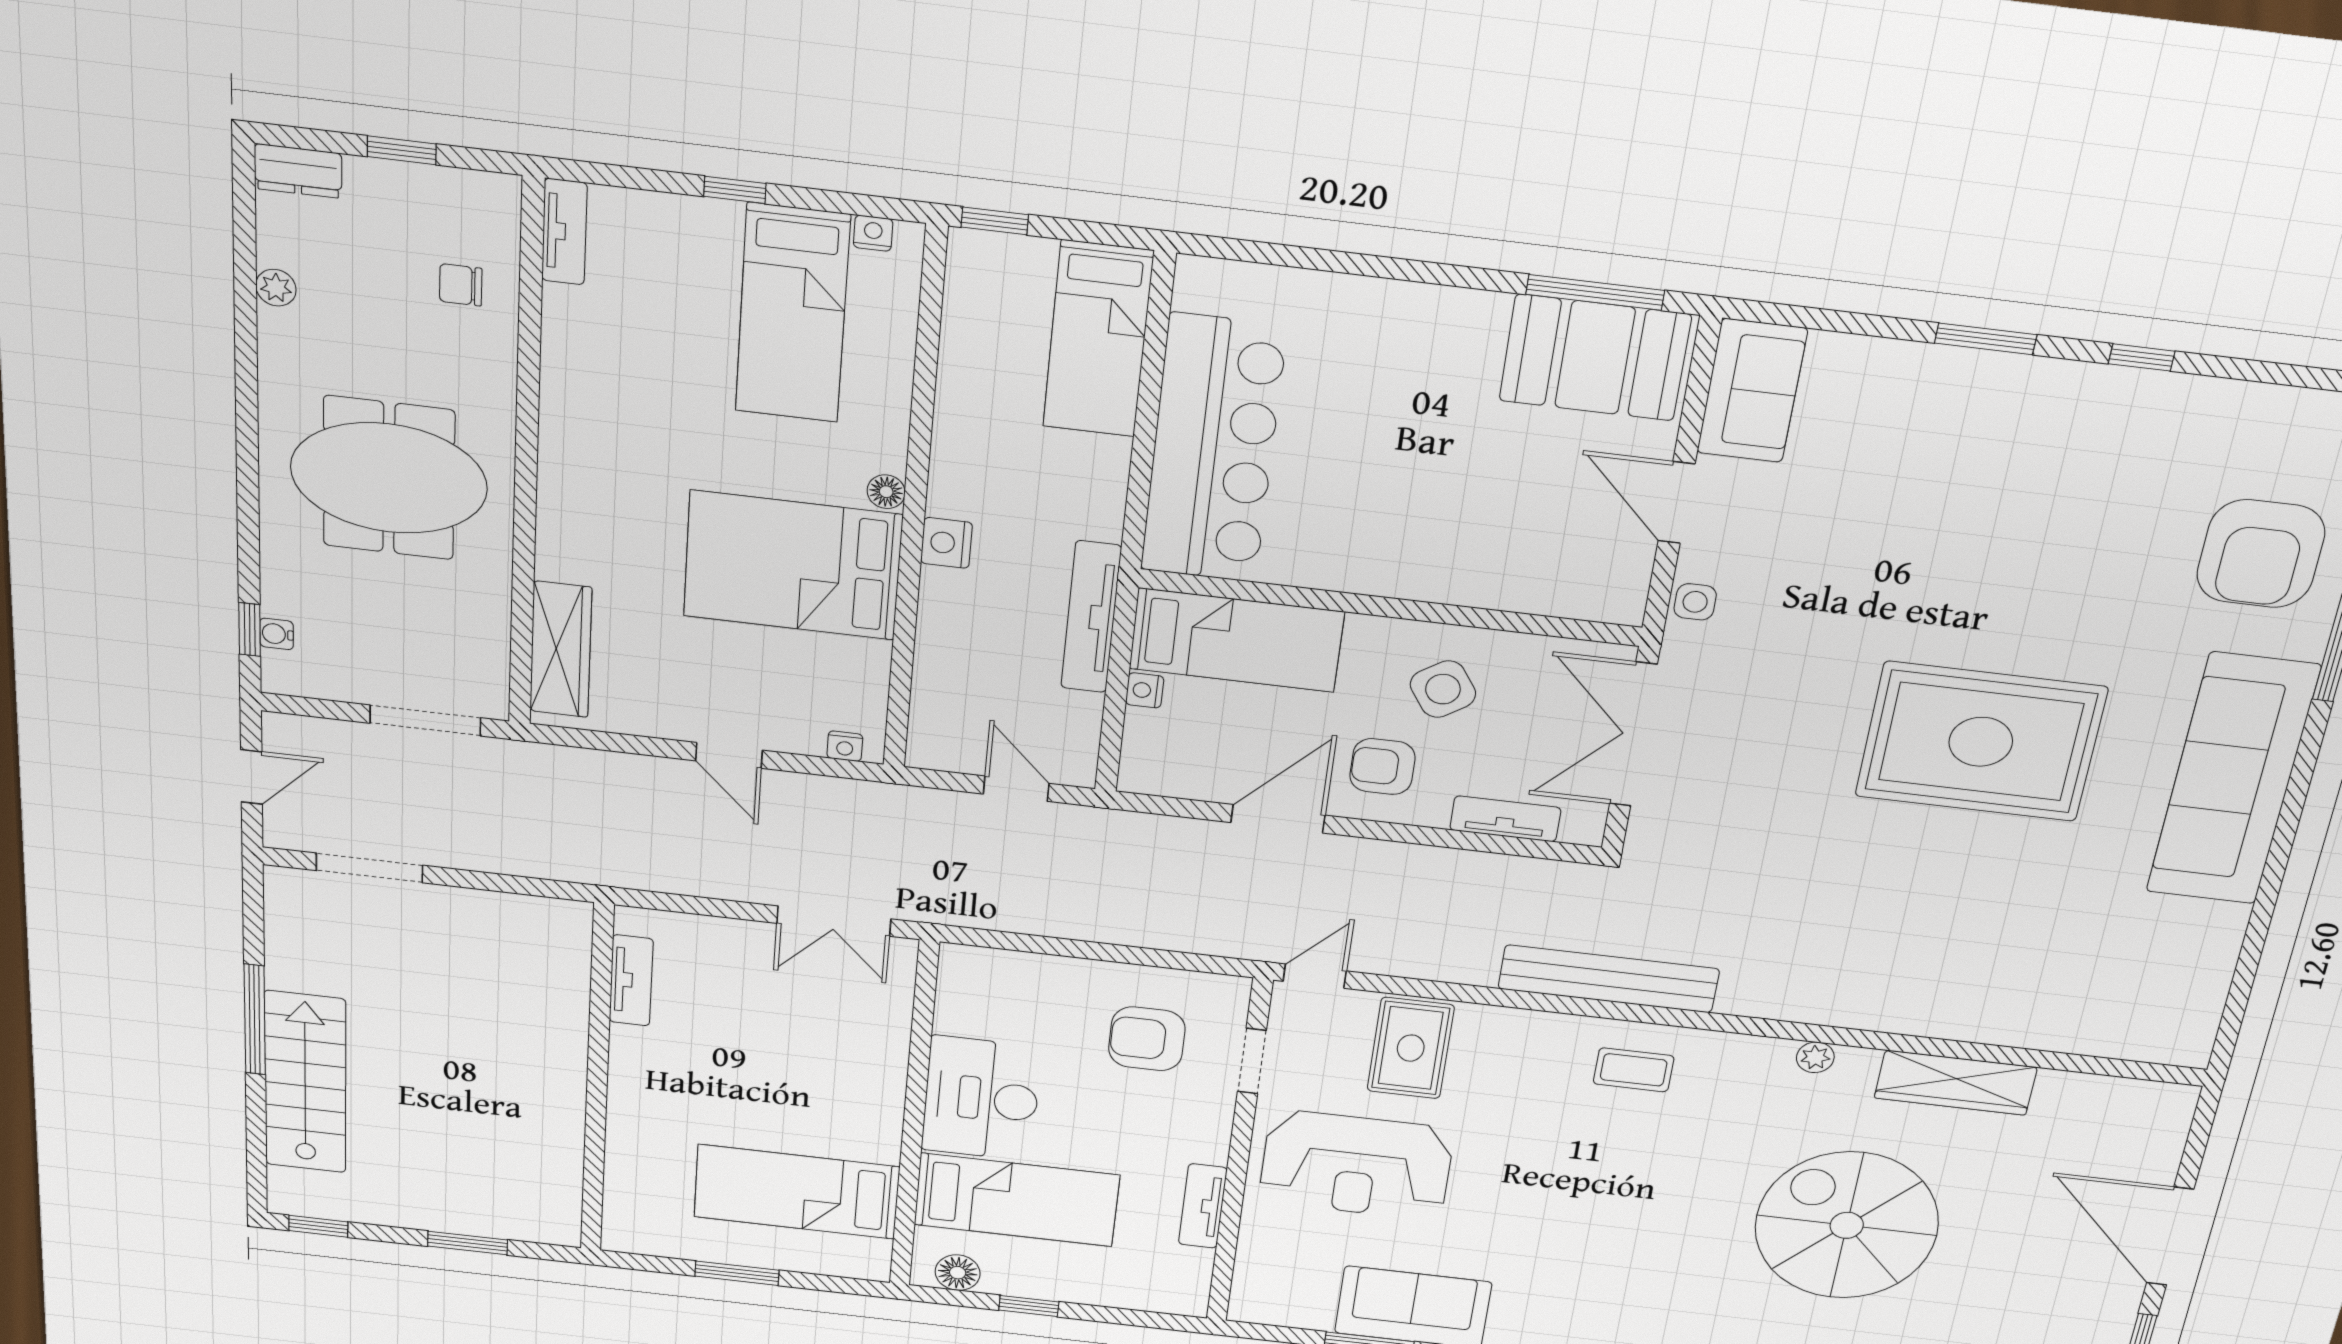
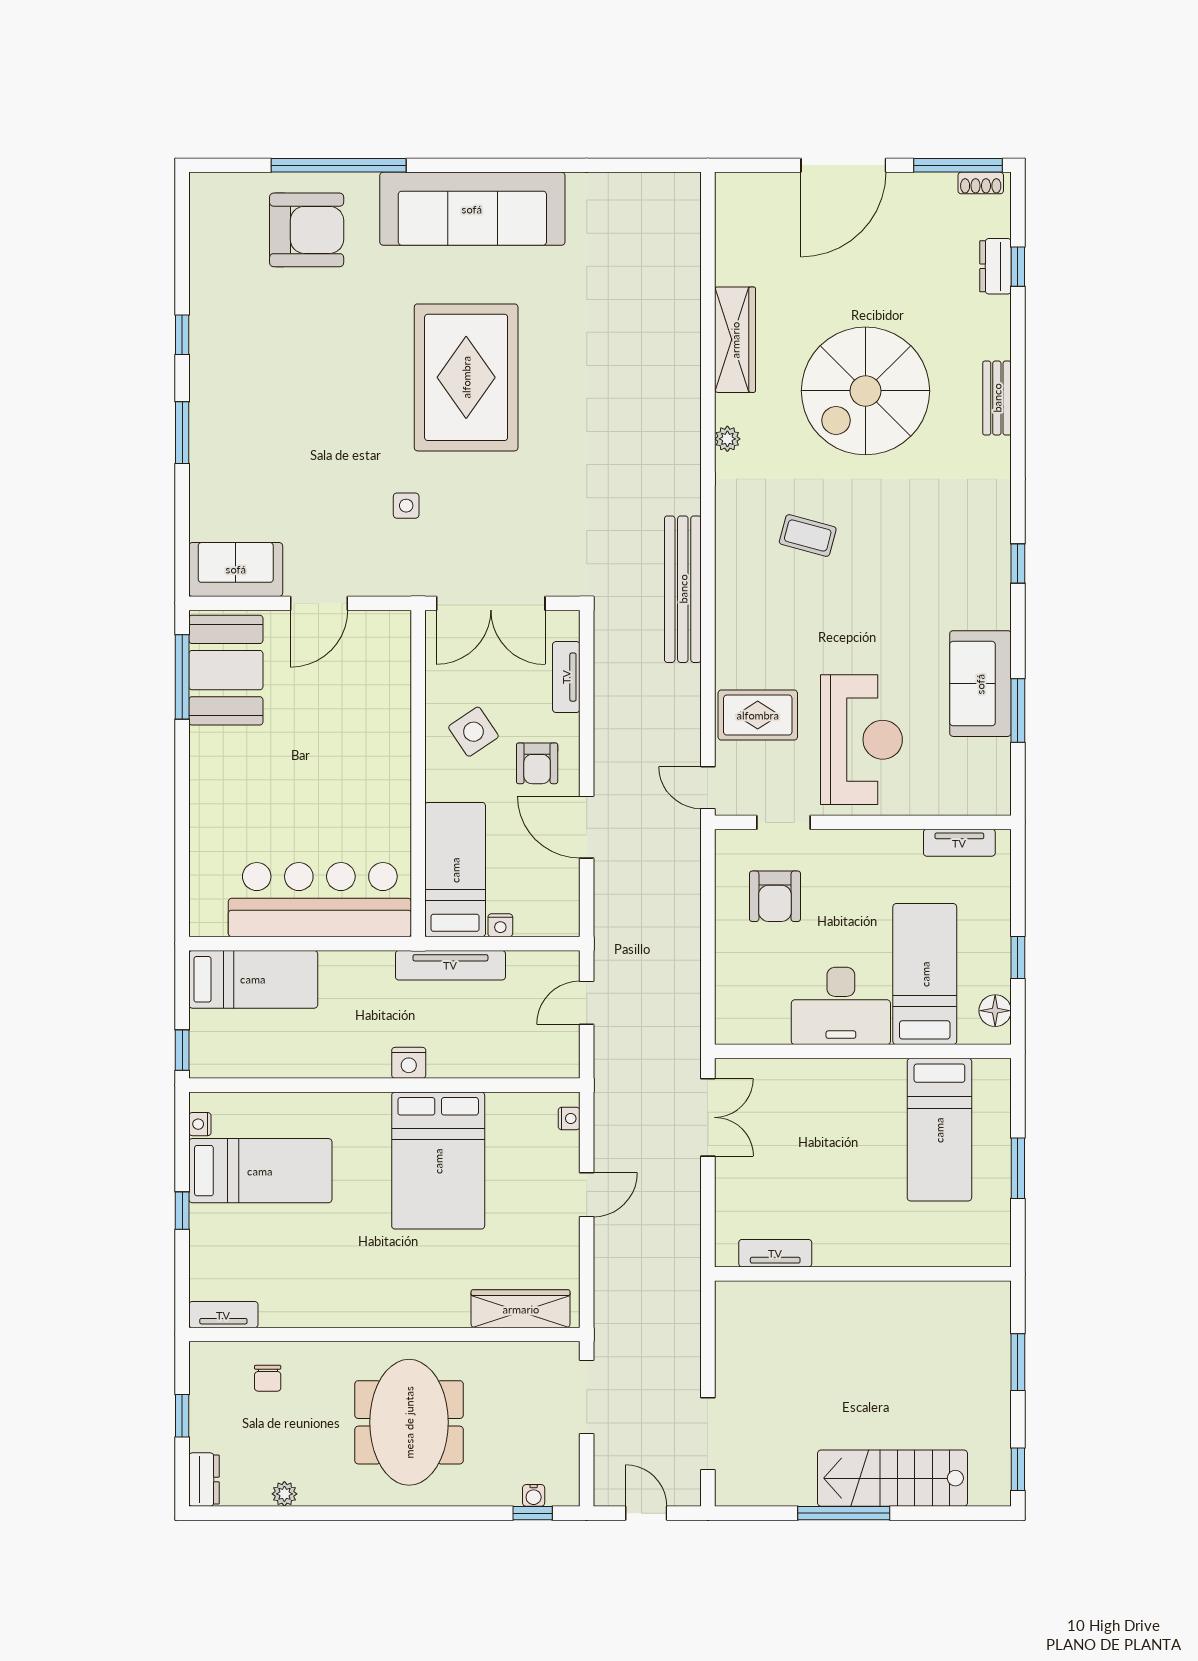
floor lamp: (886, 492) -> (377, 1104), removed
side table: (1695, 602) -> (406, 506), moved
coffee table: (1634, 1070) -> (808, 535), moved, turned -75
tv unit: (1203, 1206) -> (959, 843), moved

